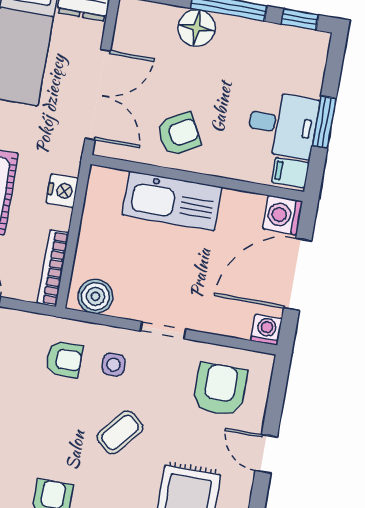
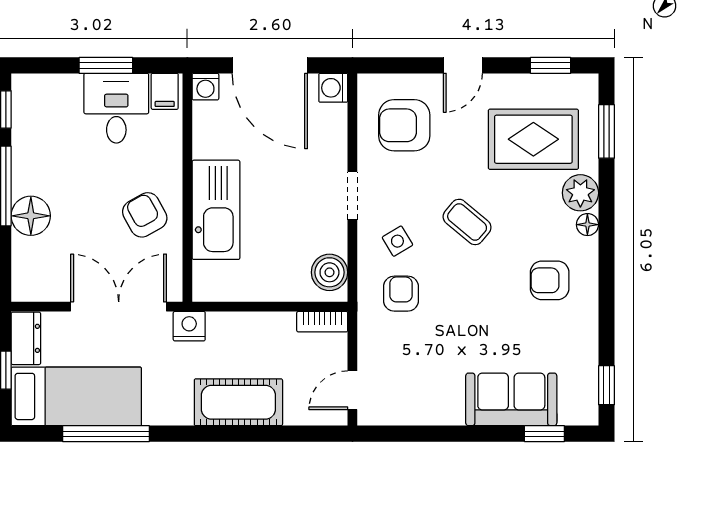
nightstand: (62, 191) -> (189, 326), moved
washing machine: (283, 215) -> (205, 87), width x0.73, depth x0.73
bookcase: (53, 268) -> (322, 322), width x0.64
side table: (113, 365) -> (397, 241), turned -31

